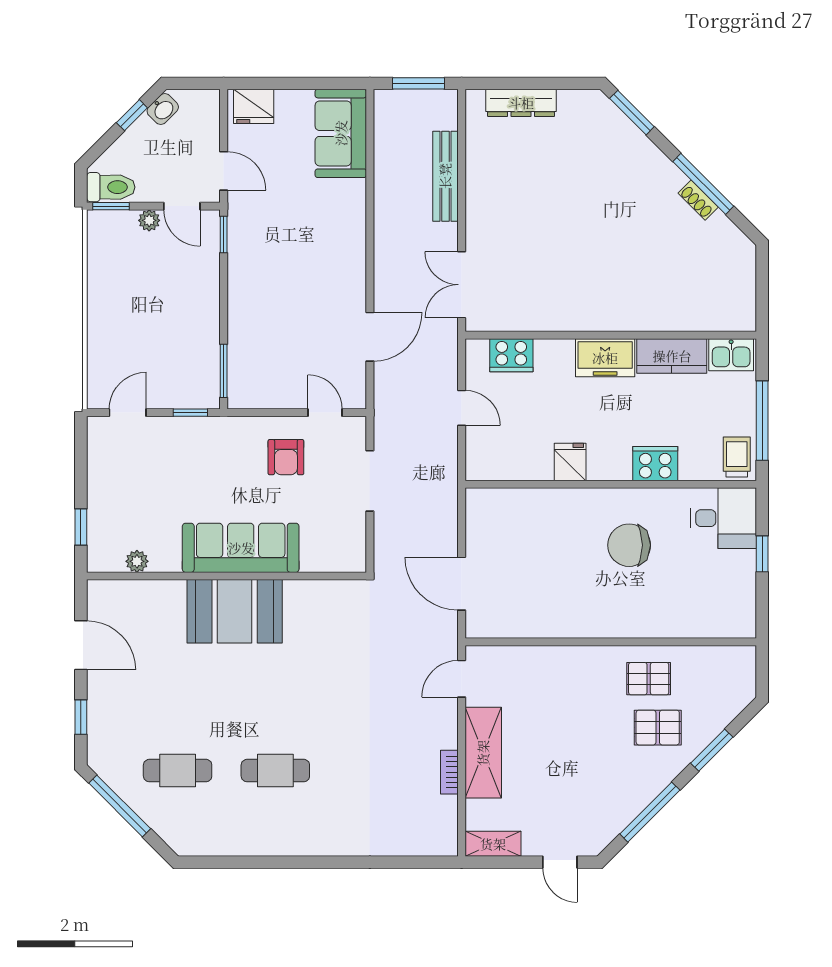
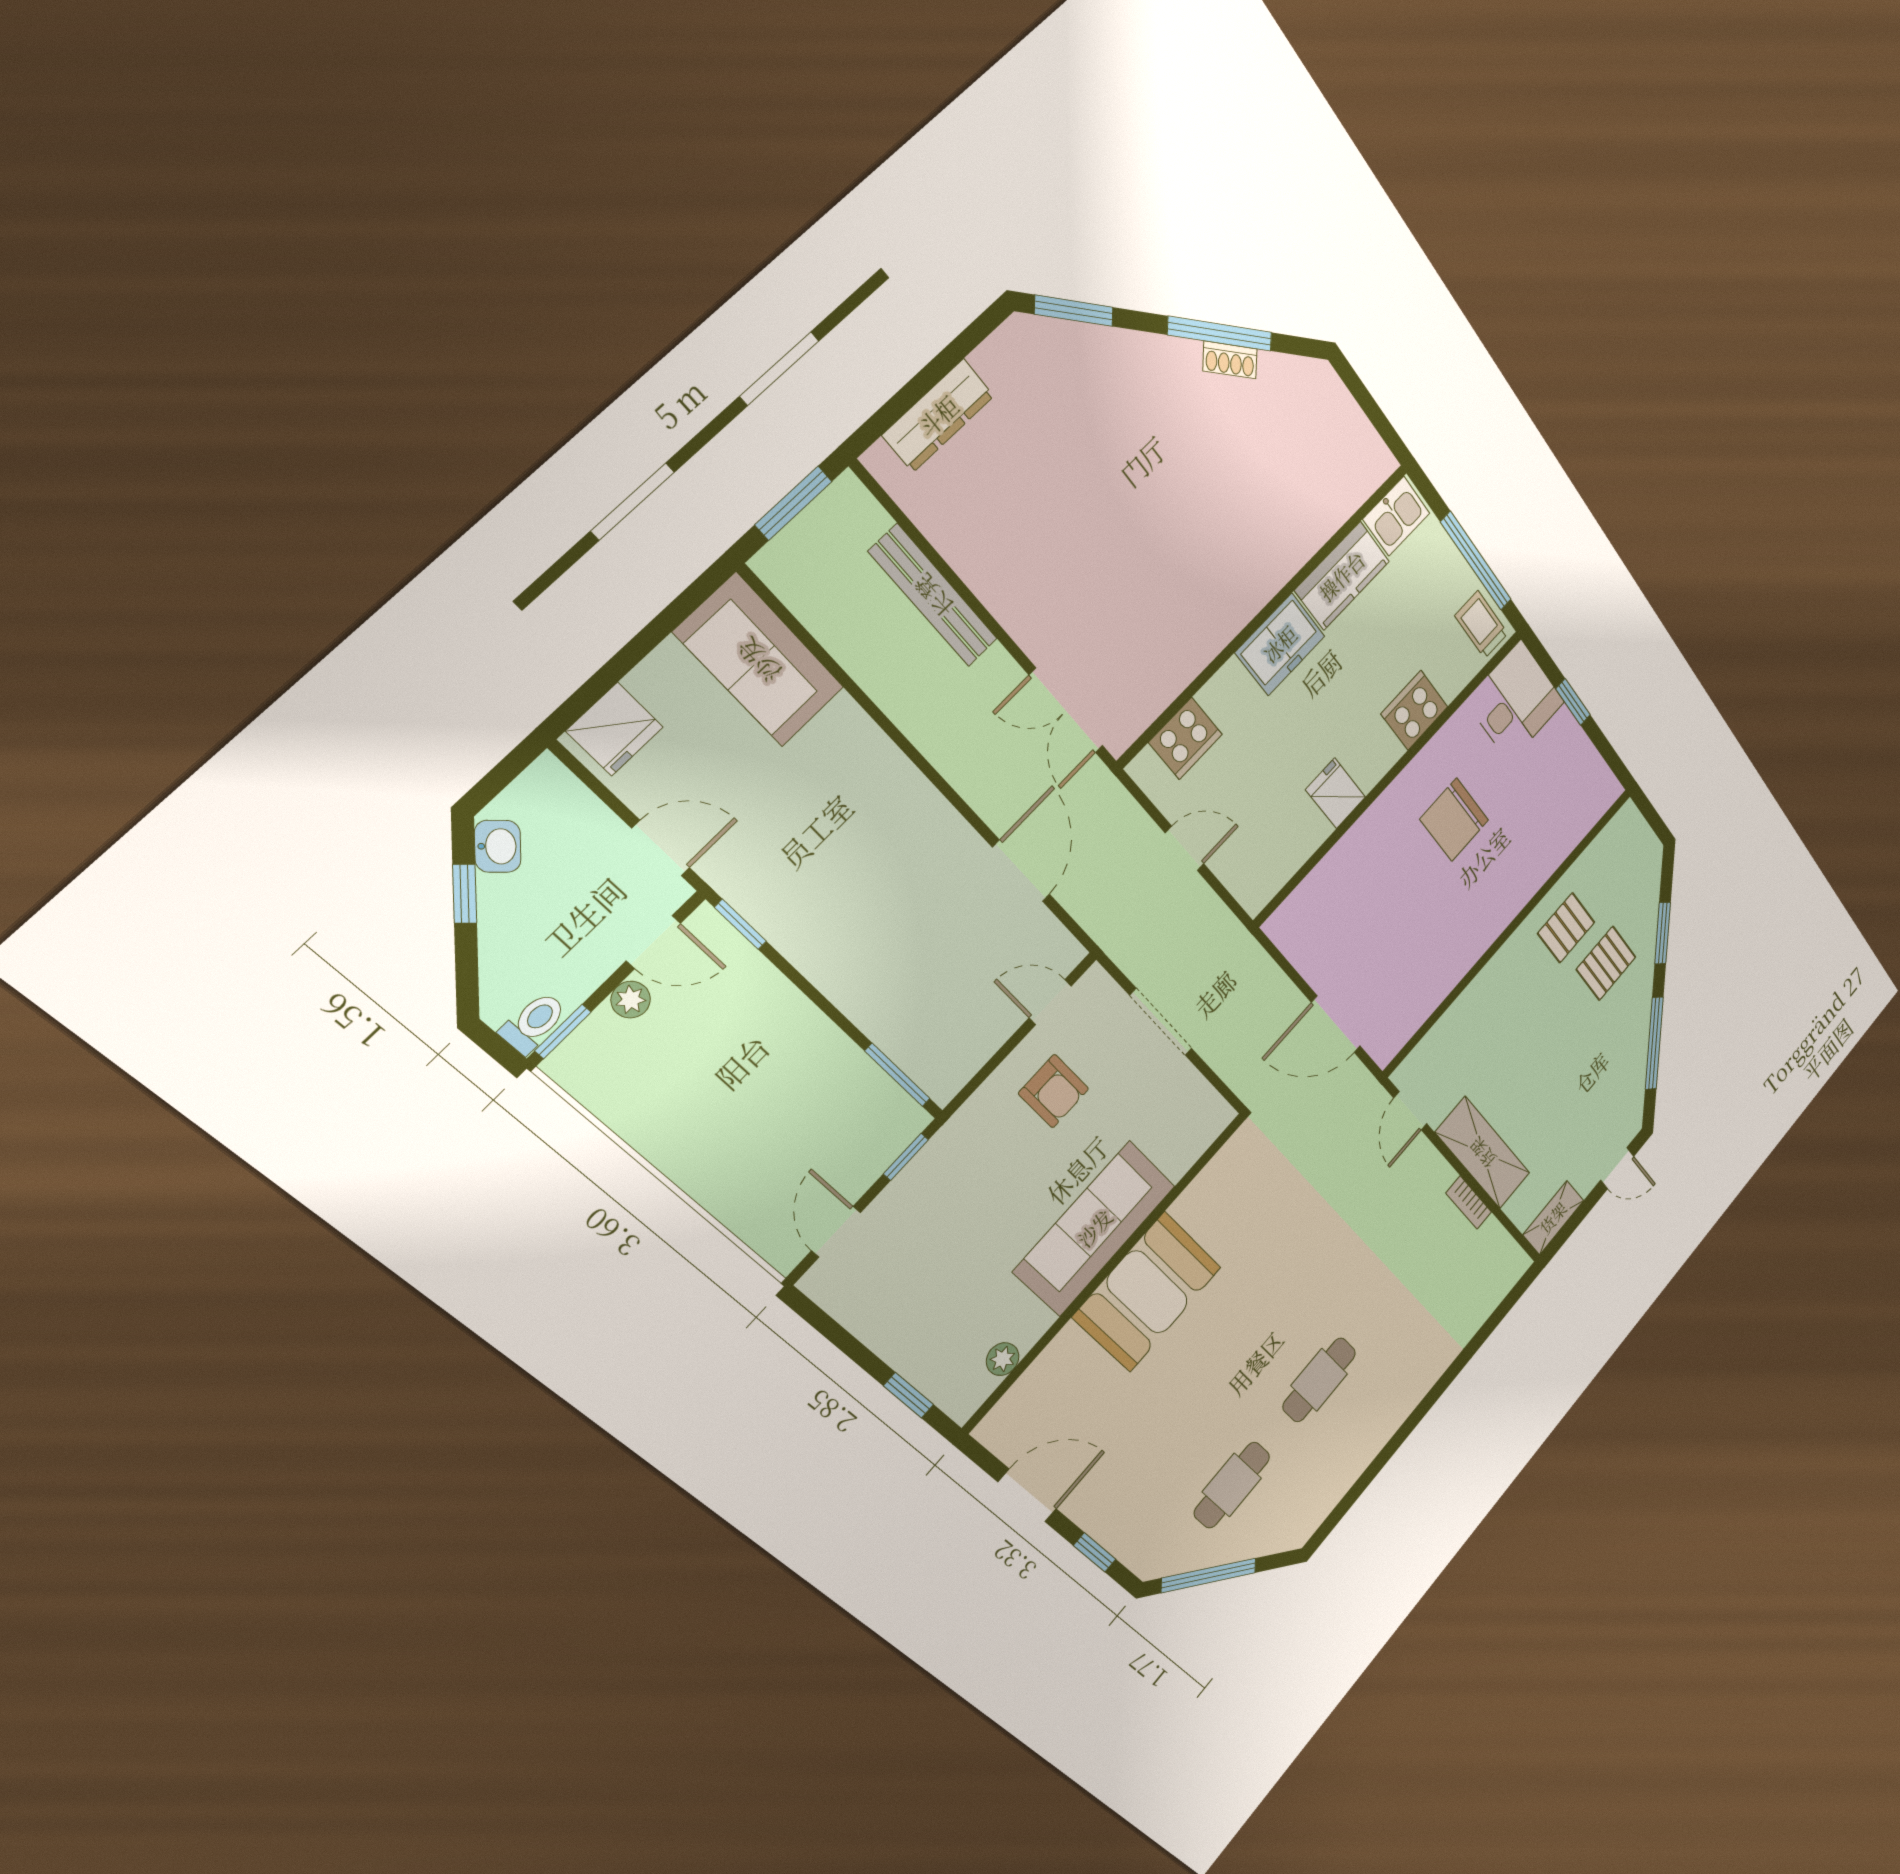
toilet: (111, 187) -> (534, 1023), width x0.73, depth x0.72

